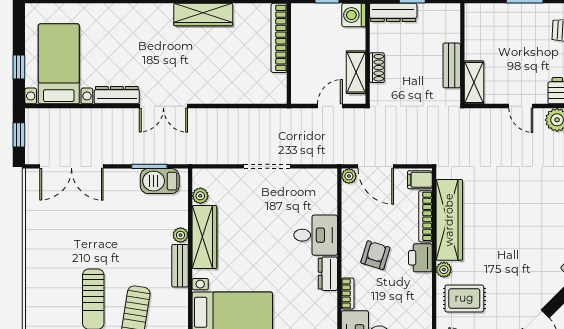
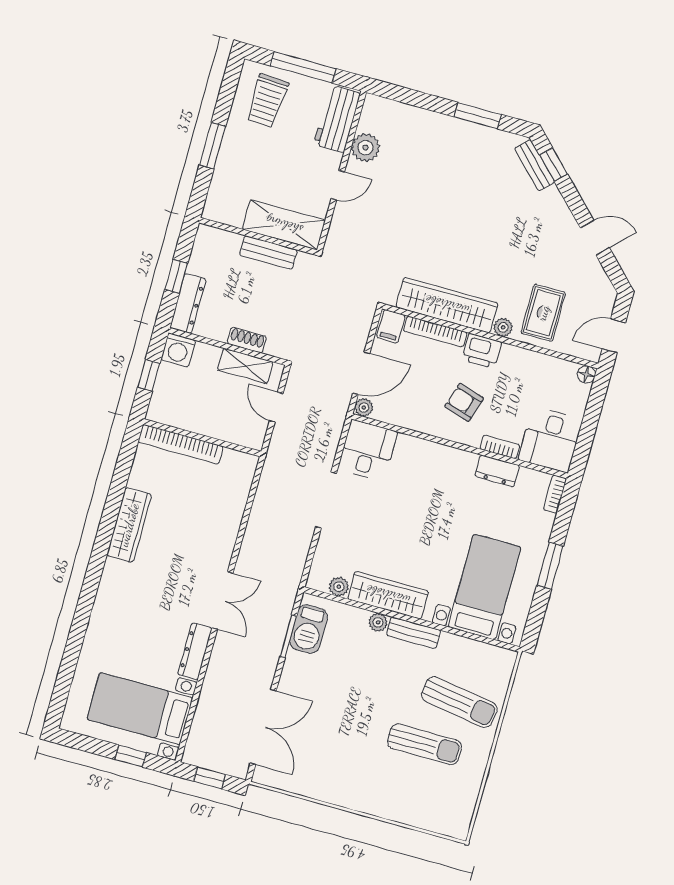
shelving: (474, 82) -> (284, 225), width x1.50, depth x1.33
desk: (316, 235) -> (368, 450), moved
dresser: (328, 274) -> (497, 471), moved

